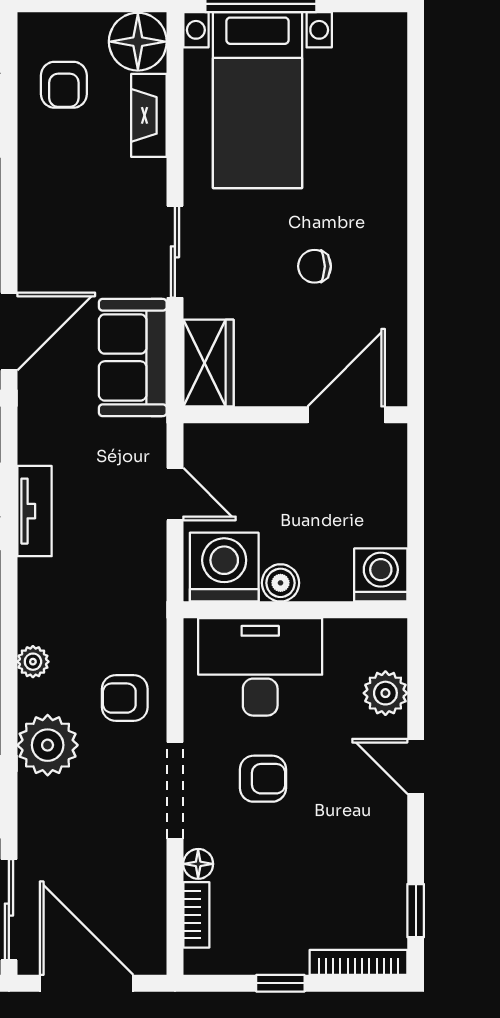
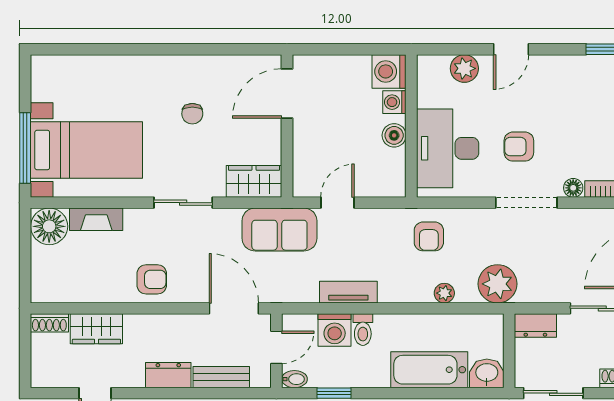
armchair: (64, 85) -> (152, 279), moved
sofa: (133, 357) -> (279, 230), moved
door: (346, 415) -> (287, 93), hinge flipped
washing machine: (224, 567) -> (394, 102), moved, width x0.53, depth x0.53
armchair: (125, 698) -> (429, 236), moved
armchair: (263, 779) -> (519, 147), turned -90

